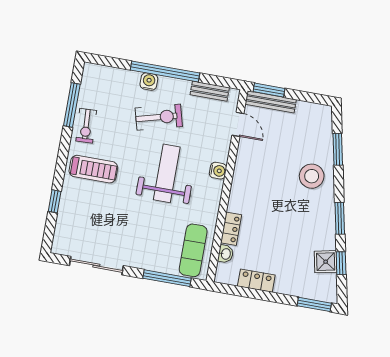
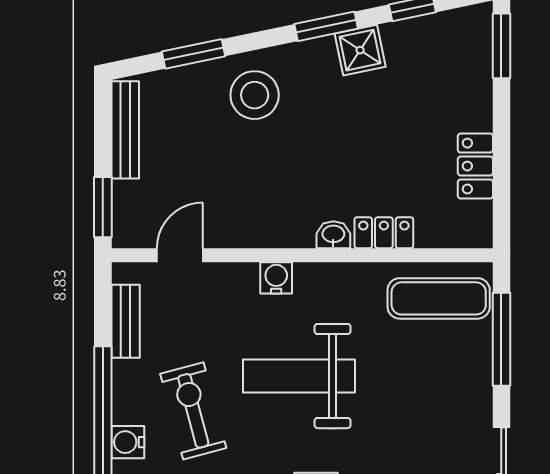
bench: (271, 102) -> (125, 130), moved
washbasin: (225, 254) -> (333, 235), moved
shower: (326, 262) -> (360, 50), moved

